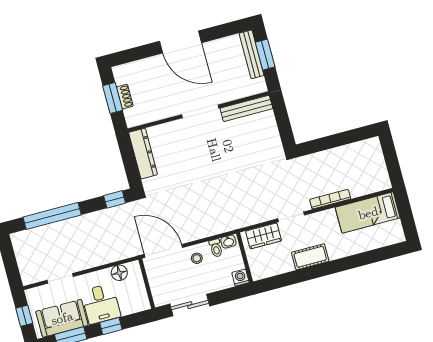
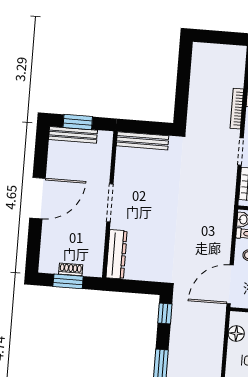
bench: (246, 108) -> (142, 141), moved, turned 90
dresser: (143, 154) -> (117, 254), moved, turned 90

